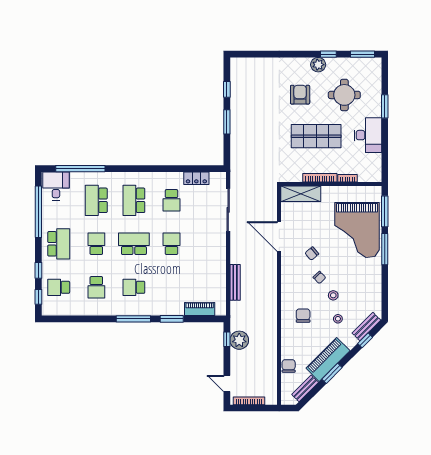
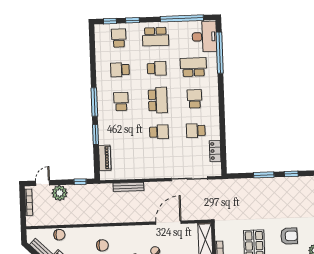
desk: (56, 186) -> (204, 37), width x1.37
school desk: (134, 200) -> (195, 99), width x0.54
plant: (239, 340) -> (60, 193), moved

